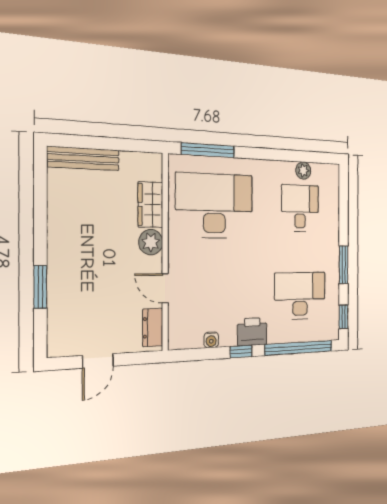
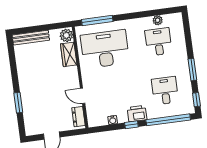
plant: (151, 242) -> (66, 35), moved
desk: (300, 296) -> (165, 91), width x0.73

